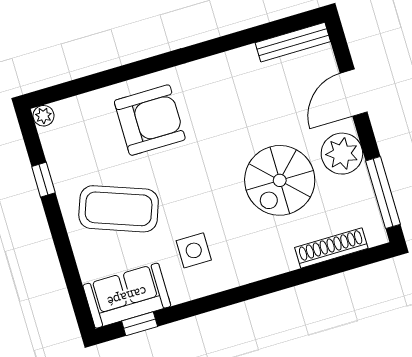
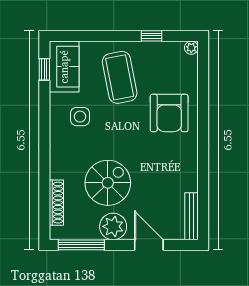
spiral stairs: (280, 180) -> (108, 183), turned 90
coffee table: (119, 209) -> (120, 77), turned -31

